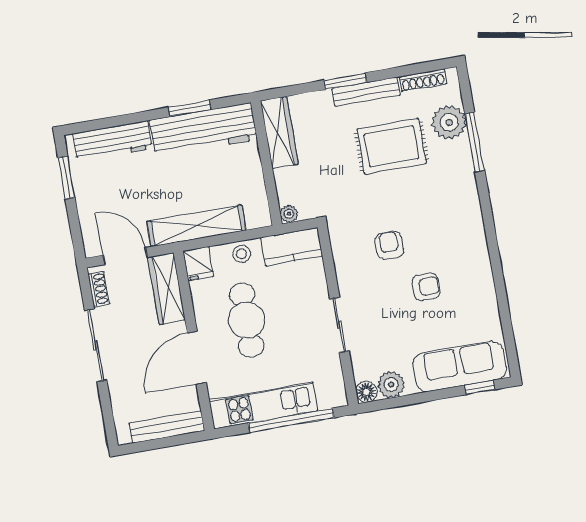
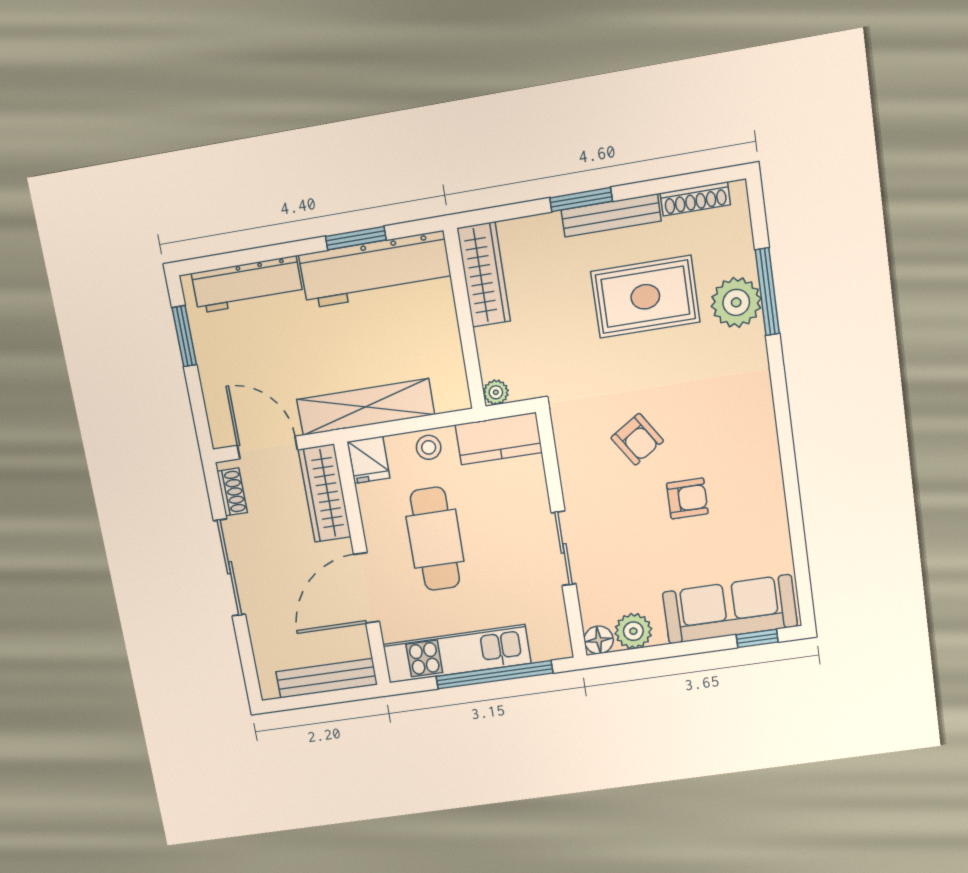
plant: (449, 122) -> (736, 302), moved
armchair: (389, 245) -> (637, 439), turned 147

